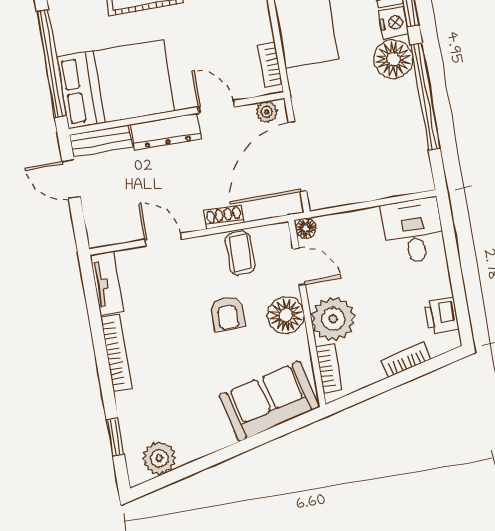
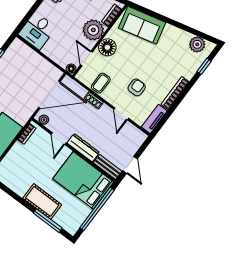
armchair: (227, 313) -> (137, 87), moved

